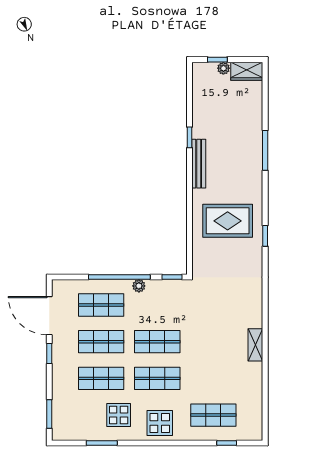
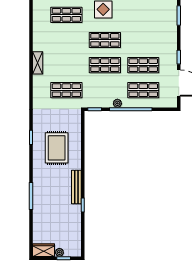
rug: (228, 221) -> (57, 148), turned 90
shop shelf: (101, 378) -> (66, 90), moved
display table: (119, 415) -> (131, 15), removed

